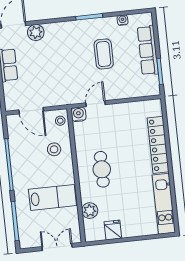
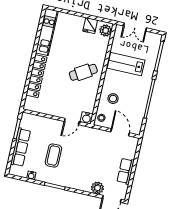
cafe table: (102, 169) -> (83, 72), turned 59
plant: (90, 211) -> (106, 31), moved

